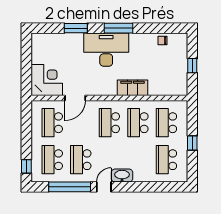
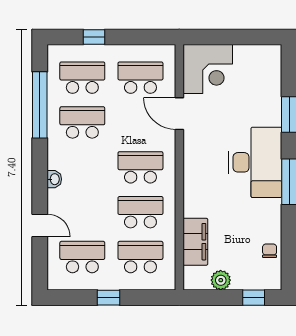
window: (192, 66) -> (254, 298), moved
plant: (181, 72) -> (221, 280), added
filing cabinet: (133, 88) -> (195, 242), moved
window: (26, 166) -> (94, 37), moved
washbasin: (122, 175) -> (54, 179), width x0.52, depth x0.69
door: (104, 187) -> (40, 225), moved

